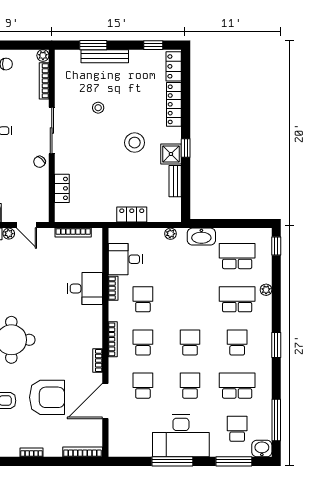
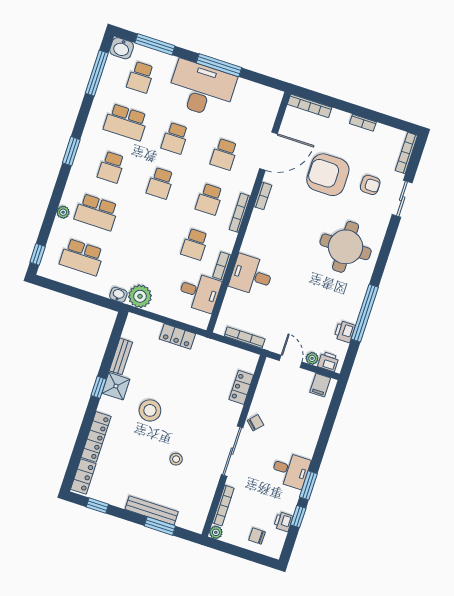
plant: (171, 234) -> (140, 296), width x1.88, depth x1.88
washbasin: (201, 237) -> (118, 295), width x0.52, depth x0.69

